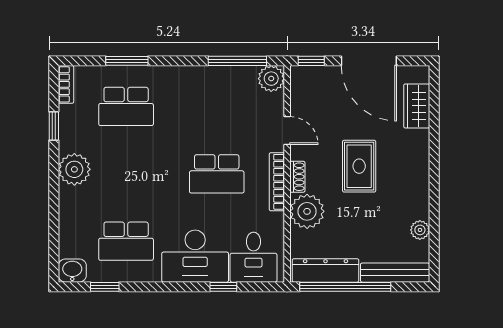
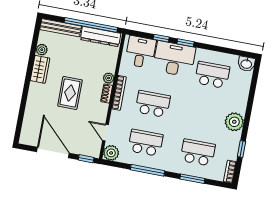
window: (237, 61) -> (147, 170), moved
school desk: (217, 106) -> (146, 143), added
wardrobe: (417, 106) -> (40, 69), moved
door: (287, 131) -> (105, 133), moved
plant: (307, 211) -> (109, 78), width x0.53, depth x0.53
window: (105, 287) -> (186, 43), moved

